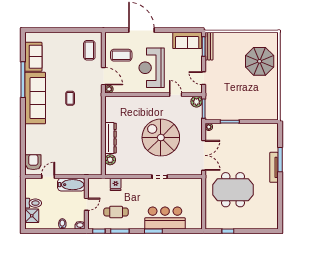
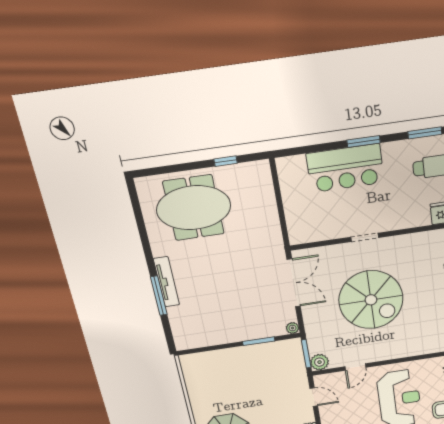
door: (176, 95) -> (355, 367), hinge flipped
double door: (204, 155) -> (294, 283), swing flipped
meeting table: (233, 190) -> (194, 208), moved

